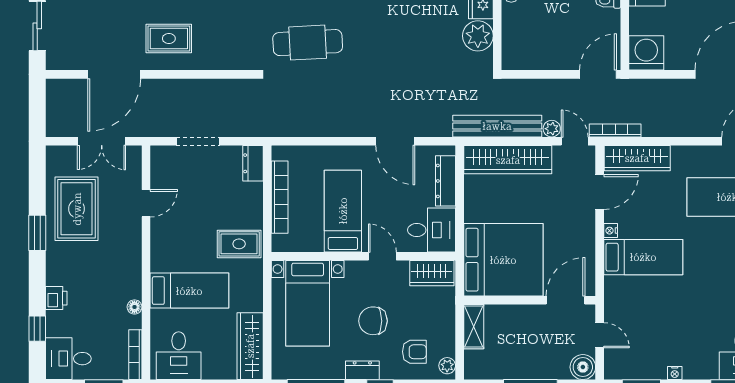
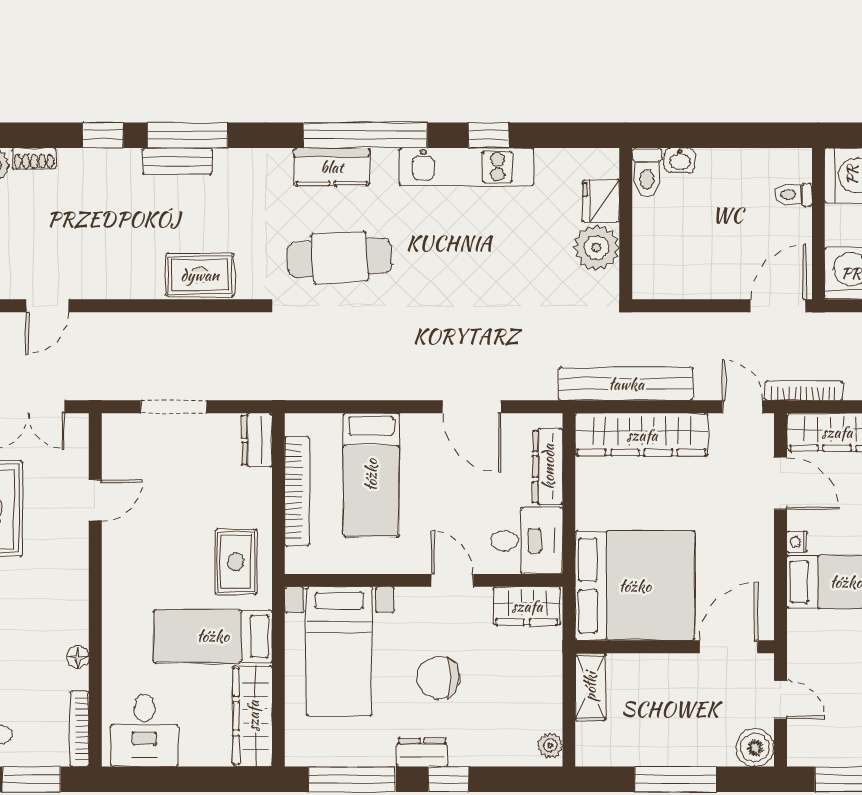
rug: (169, 38) -> (200, 275), moved
door: (114, 74) -> (47, 306), width x0.53
plant: (552, 129) -> (708, 388), removed
door: (600, 192) -> (780, 483), hinge flipped
bed: (343, 211) -> (371, 475), moved, turned 180
rug: (239, 244) -> (236, 562), turned 90
bed: (189, 291) -> (213, 636), moved, turned 180
armchair: (414, 352) -> (501, 725), removed

